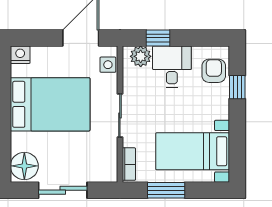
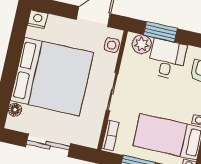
window: (158, 38) -> (160, 32), width x1.50
bed: (50, 104) -> (52, 77), width x1.36
floor lamp: (24, 166) -> (15, 110), width x0.53, depth x0.53

